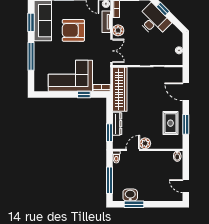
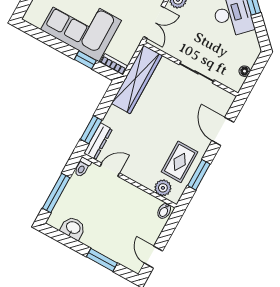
dresser: (117, 124) -> (98, 141), moved
plant: (145, 143) -> (163, 188), moved
window: (134, 204) -> (102, 260), moved

